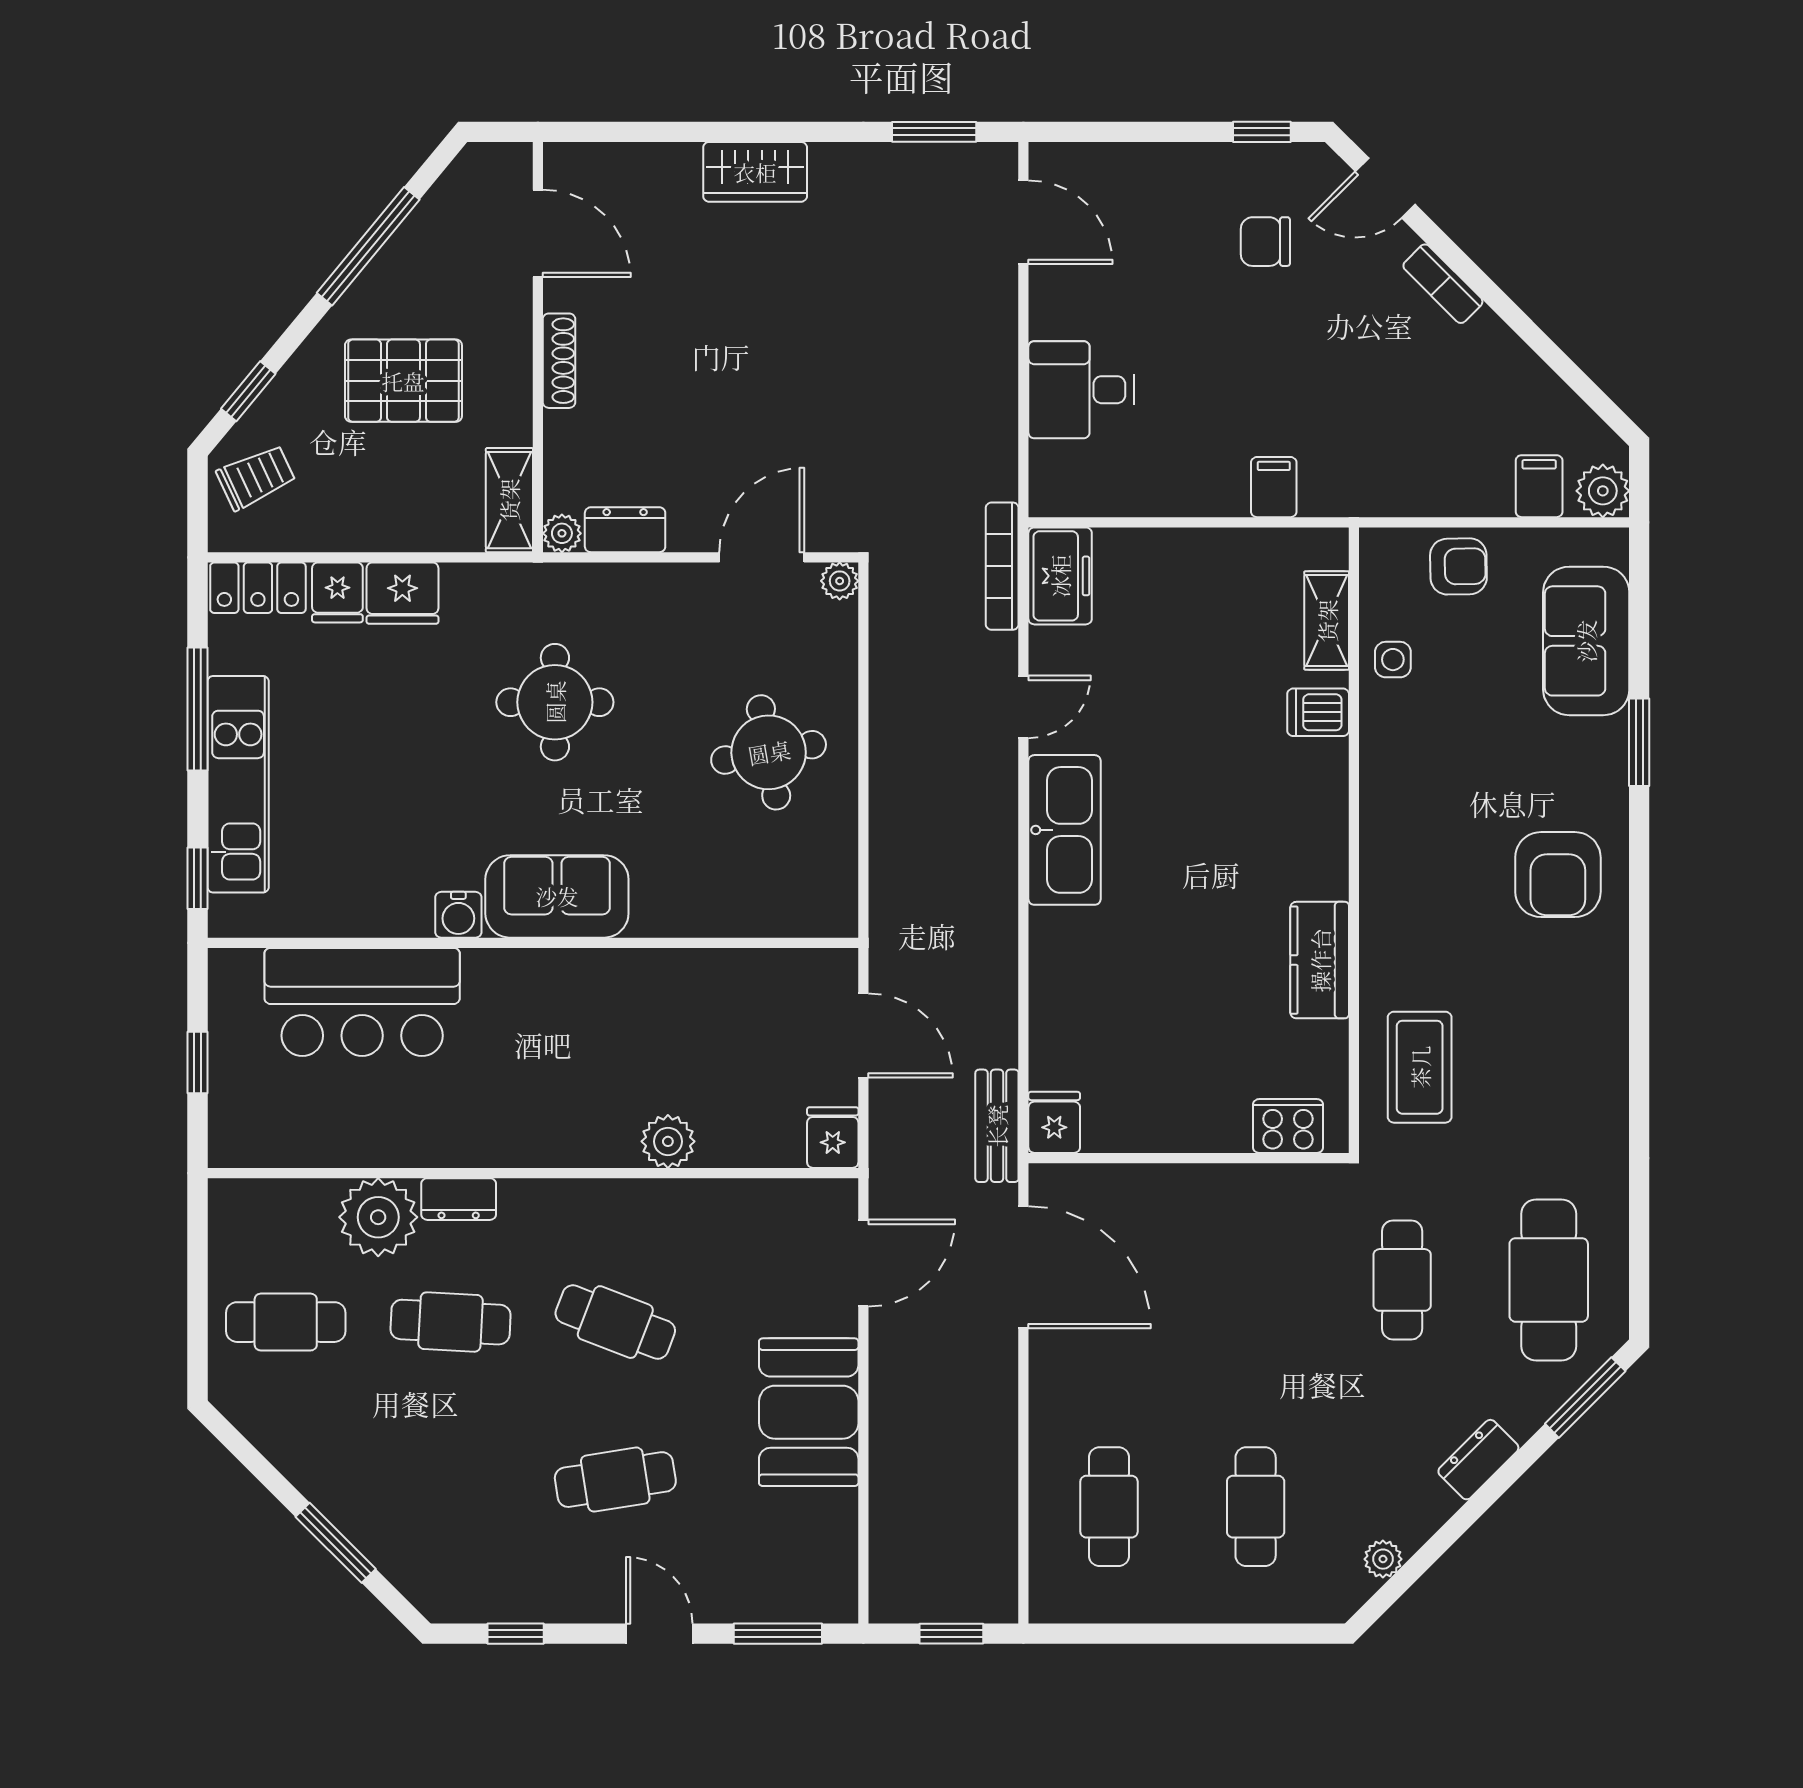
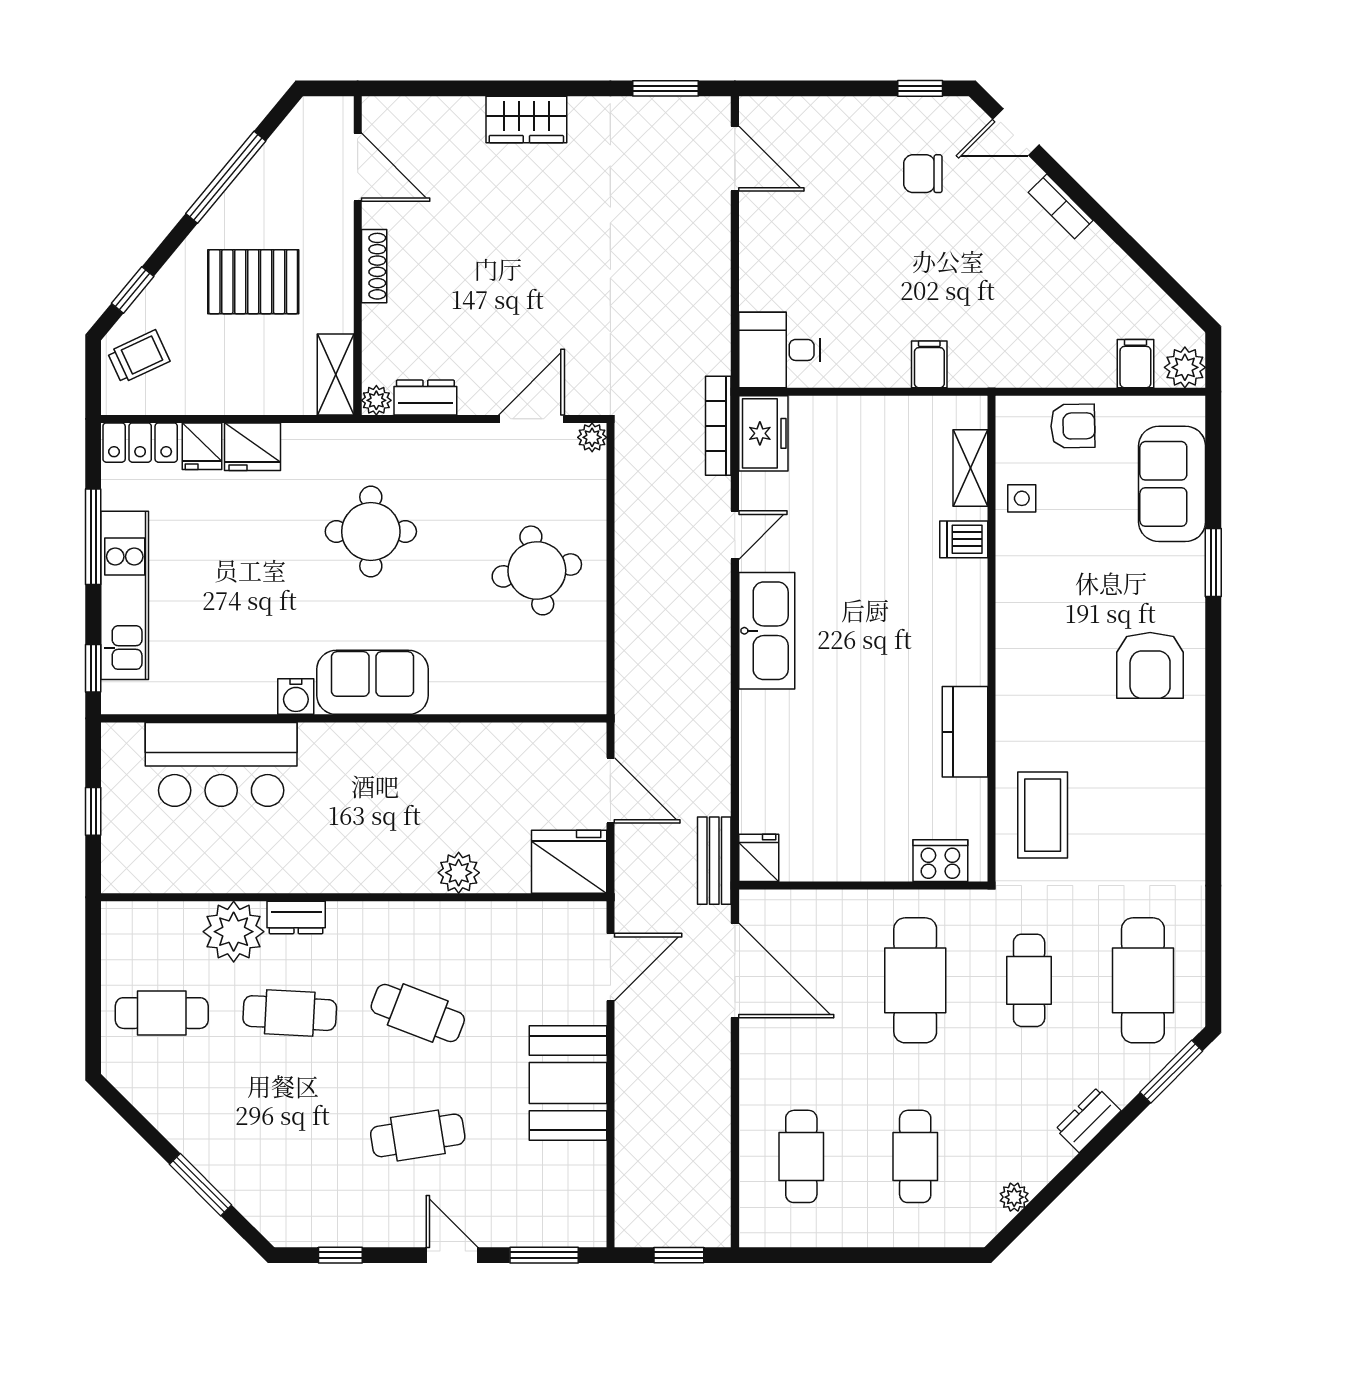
desk: (1081, 390) -> (780, 350), moved
fridge: (833, 1138) -> (569, 862), width x1.88, depth x1.34
cafe table: (1256, 1280) -> (915, 980), added

